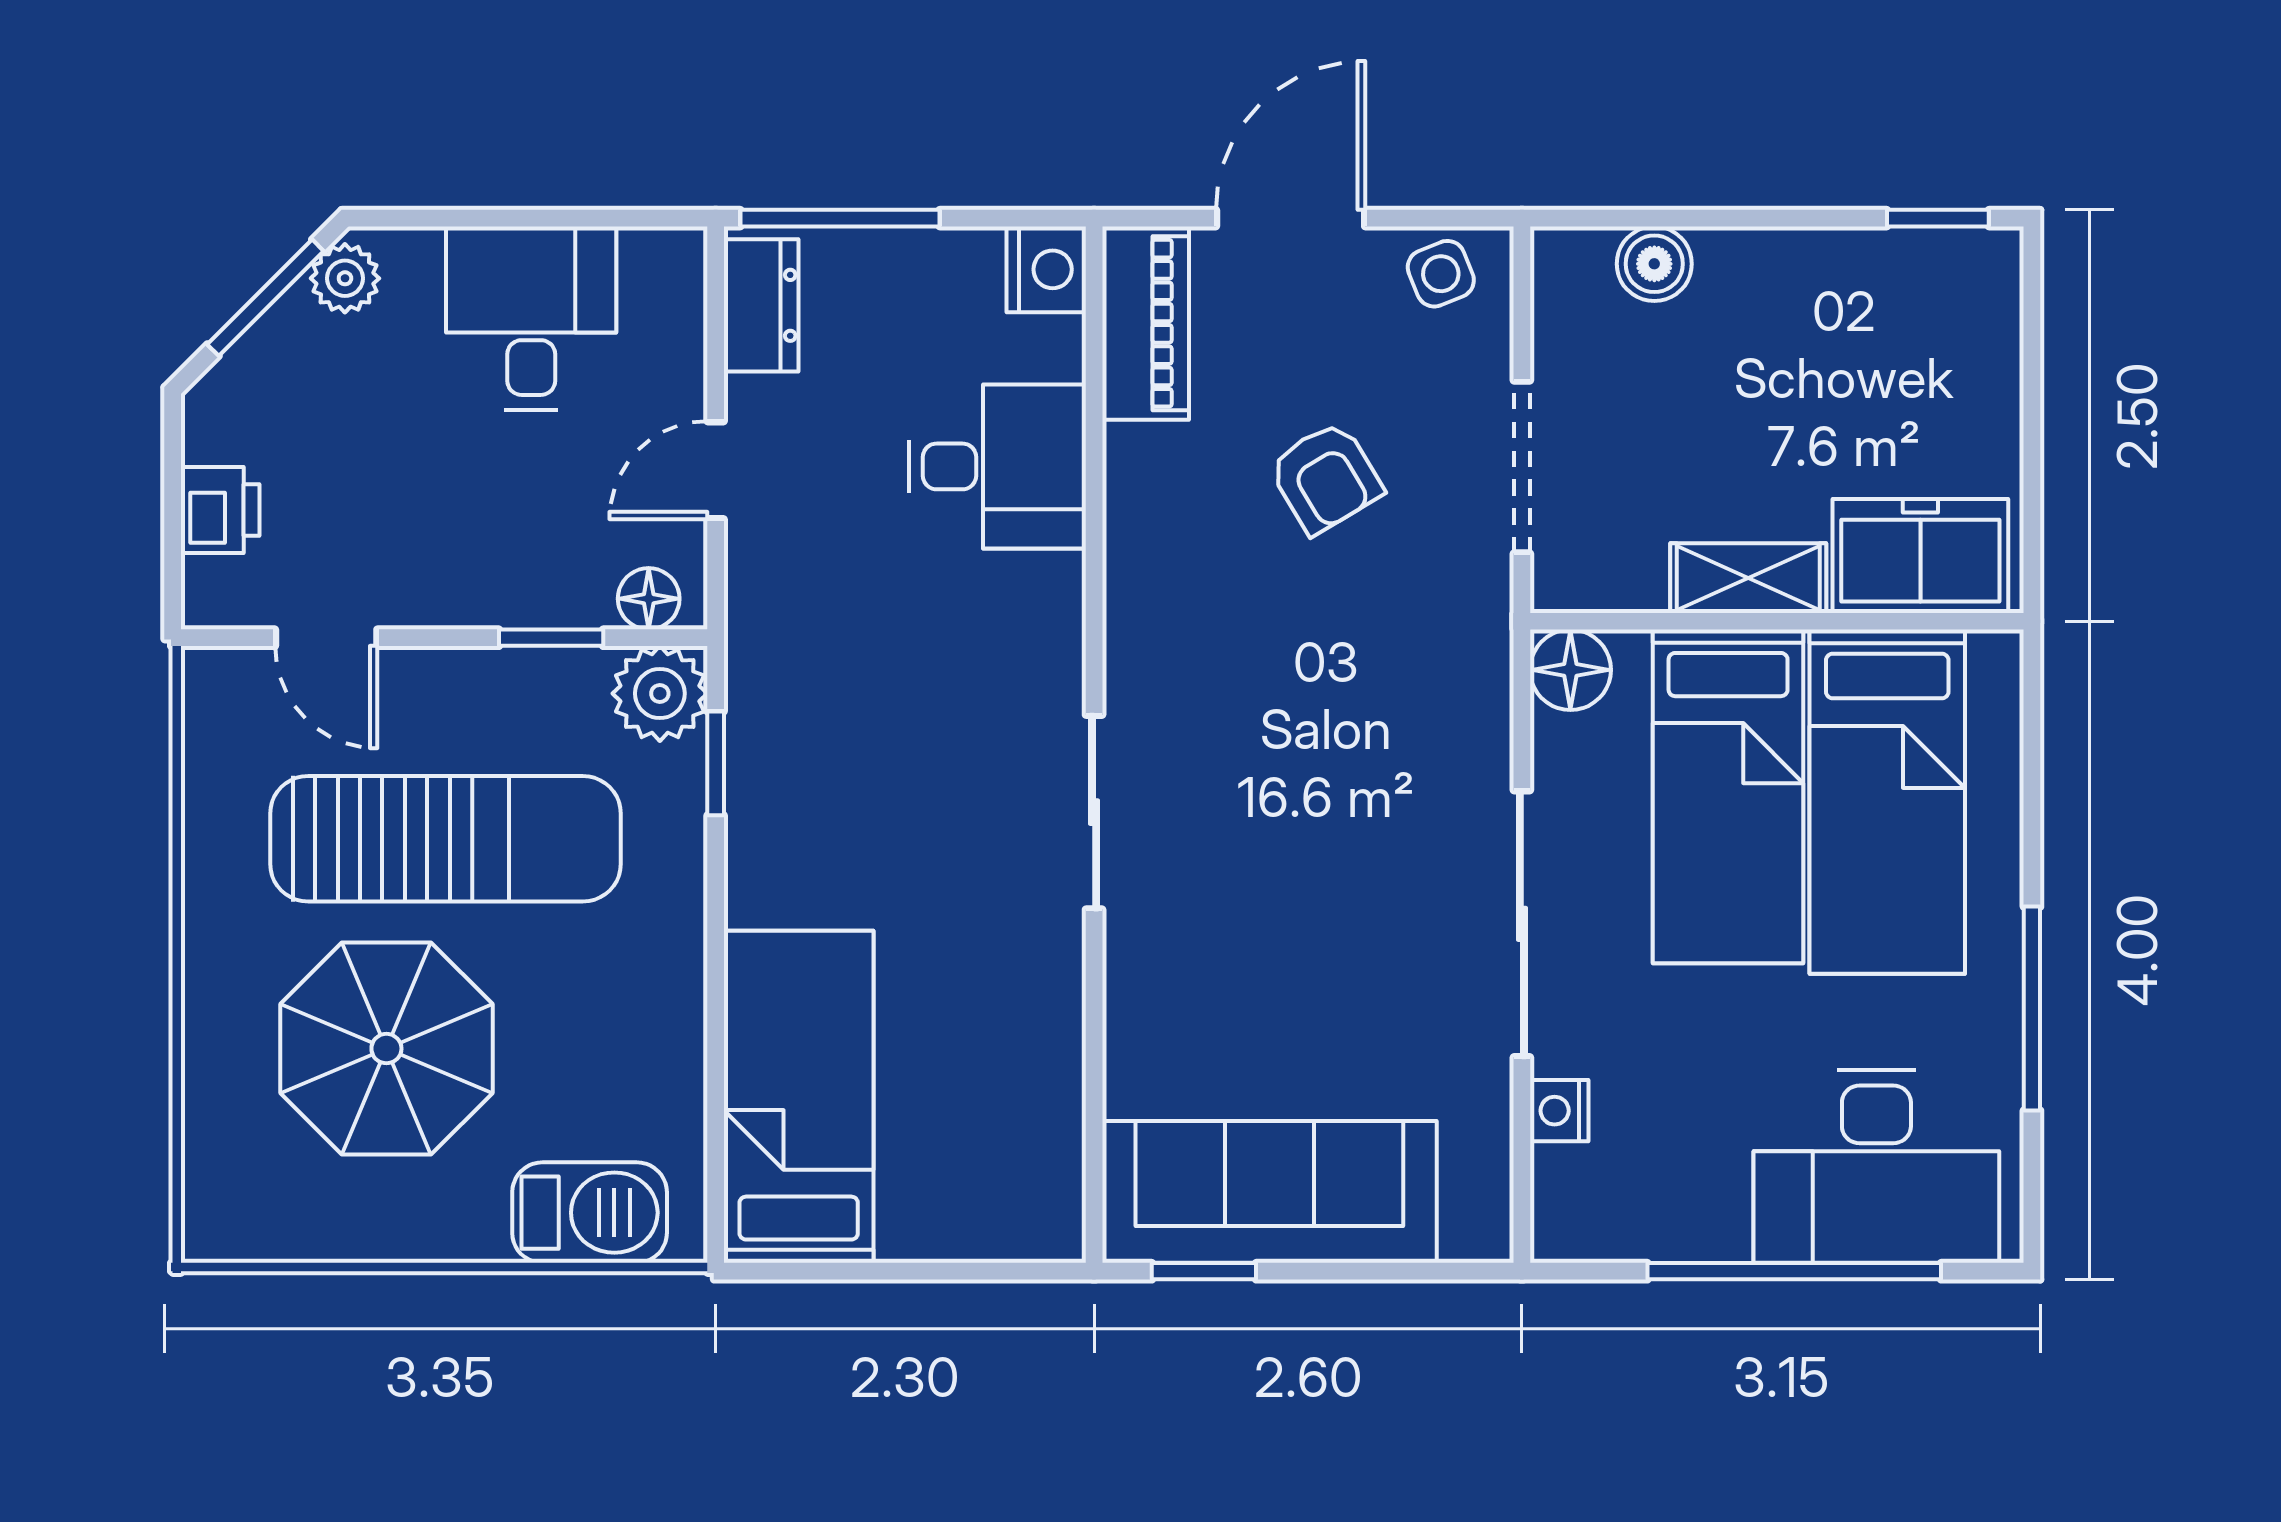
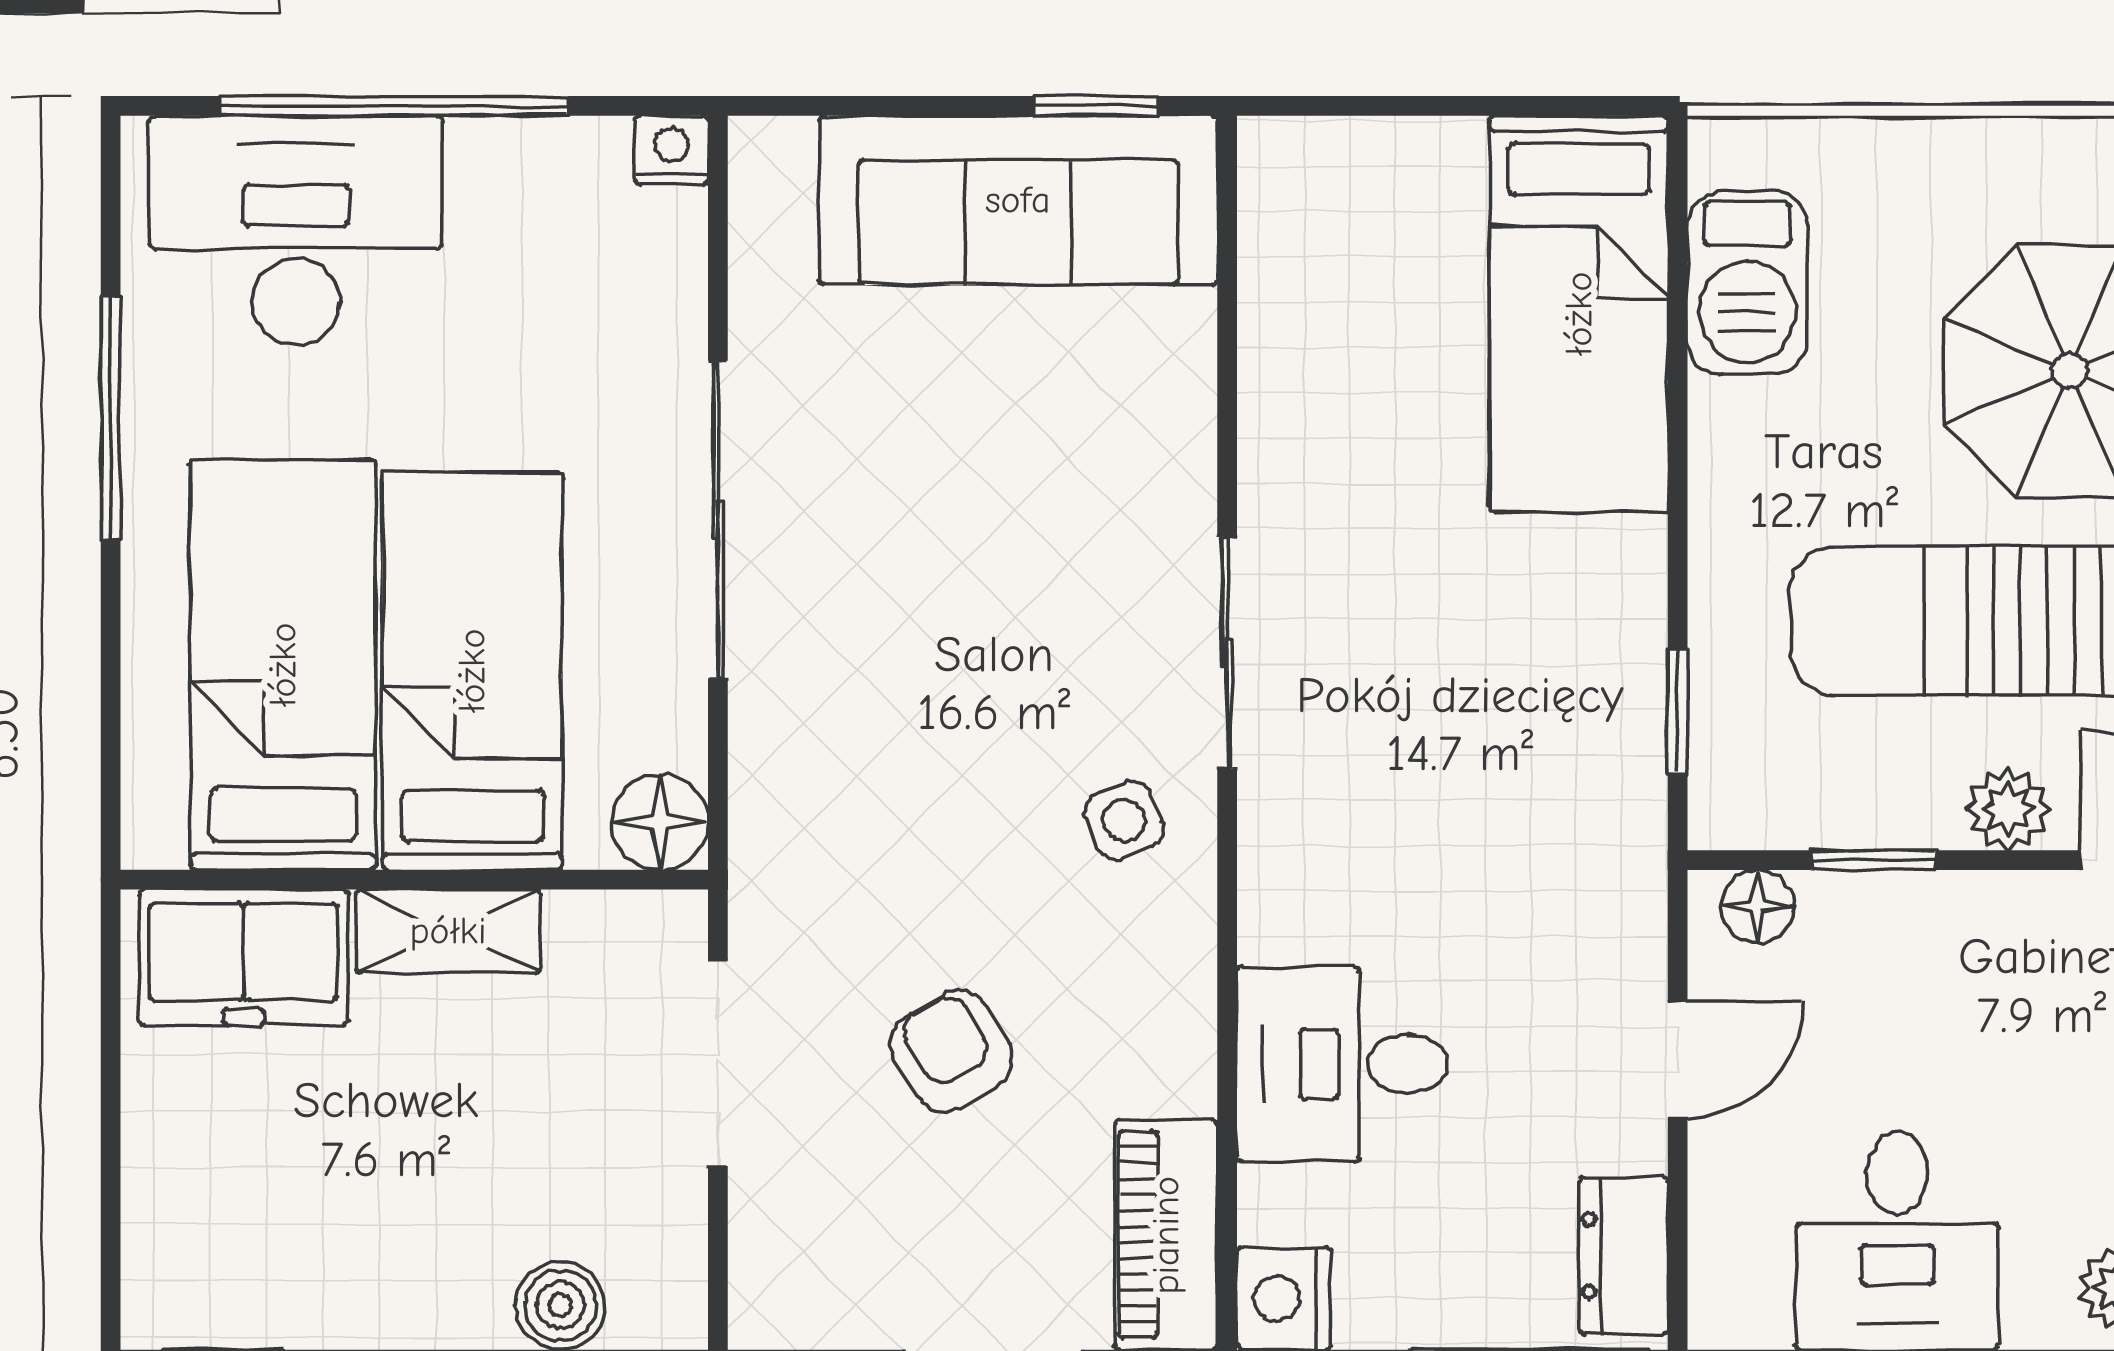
side table: (1441, 274) -> (1124, 820), moved
plant: (660, 693) -> (2008, 809), moved, width x0.73, depth x0.73
nightstand: (1559, 1111) -> (671, 150), moved, turned -90
barbecue: (590, 1213) -> (1747, 283), moved, turned -90

